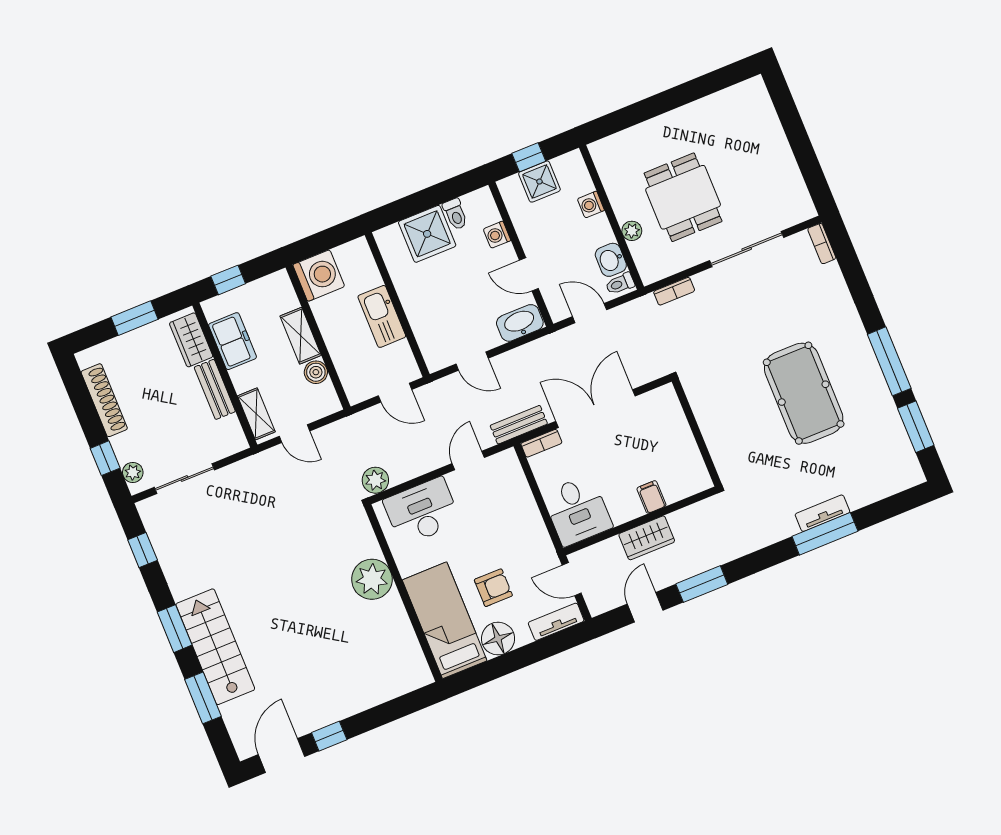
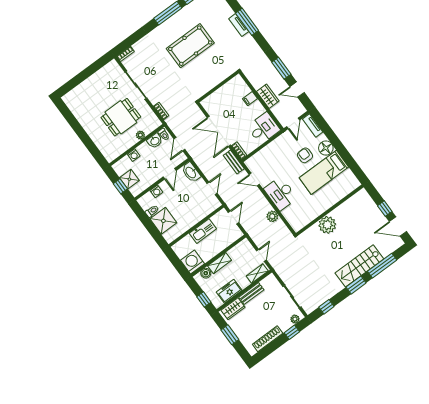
boiler: (316, 372) -> (206, 273), moved
plant: (372, 579) -> (327, 225), moved
wall: (403, 593) -> (330, 210), moved
window: (203, 698) -> (382, 266), width x1.44

